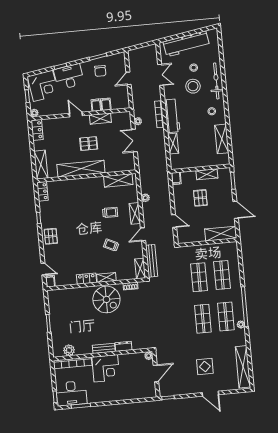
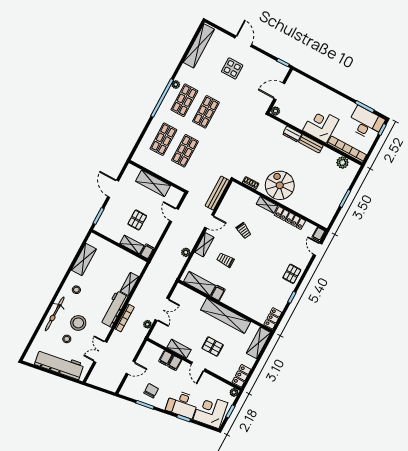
pallet: (89, 144) -> (213, 347), moved
shelving: (207, 174) -> (132, 245), moved
filing cabinet: (99, 183) -> (218, 293), added
shelving: (221, 234) -> (153, 183), moved
shelving: (140, 269) -> (232, 193), removed
locker: (87, 279) -> (290, 218), width x1.53

